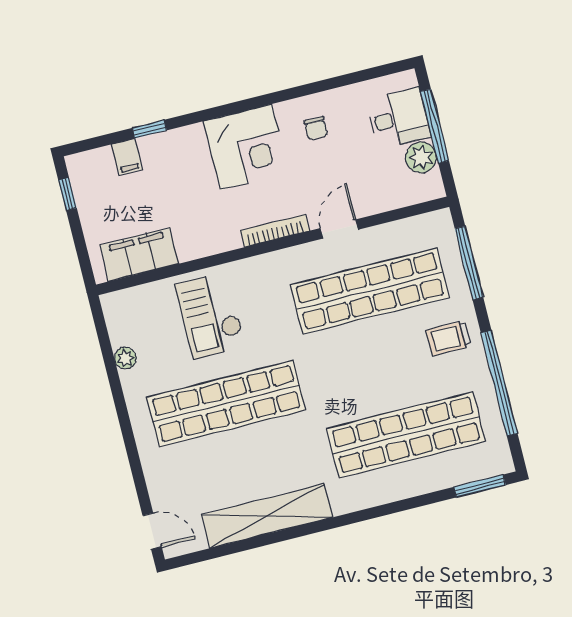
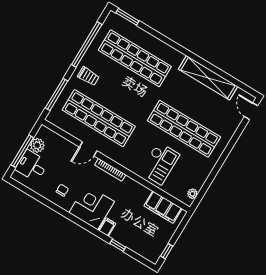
filing cabinet: (127, 157) -> (107, 227), moved
plant: (125, 358) -> (192, 194), moved

